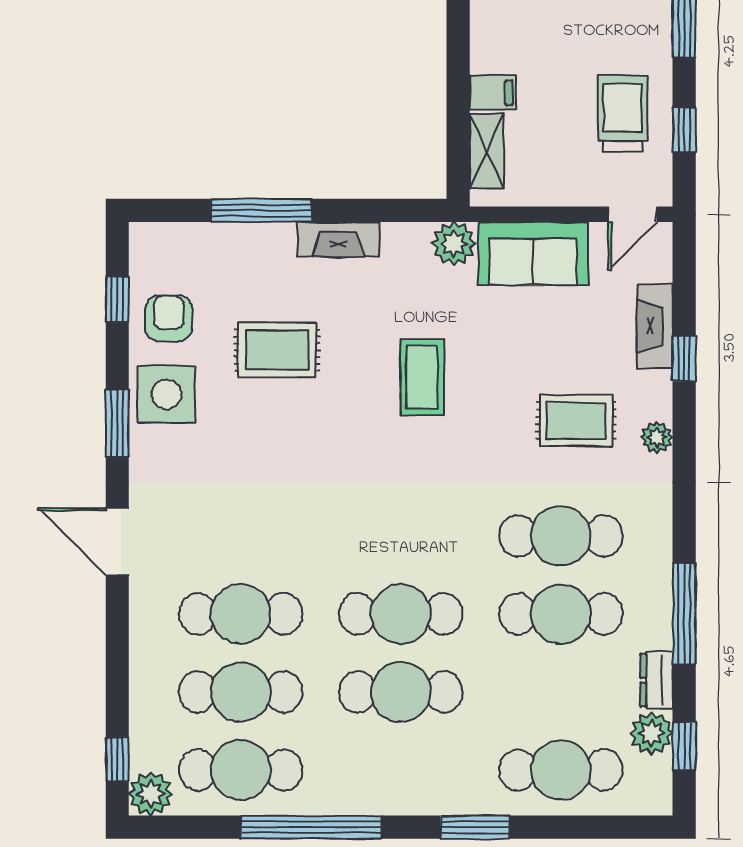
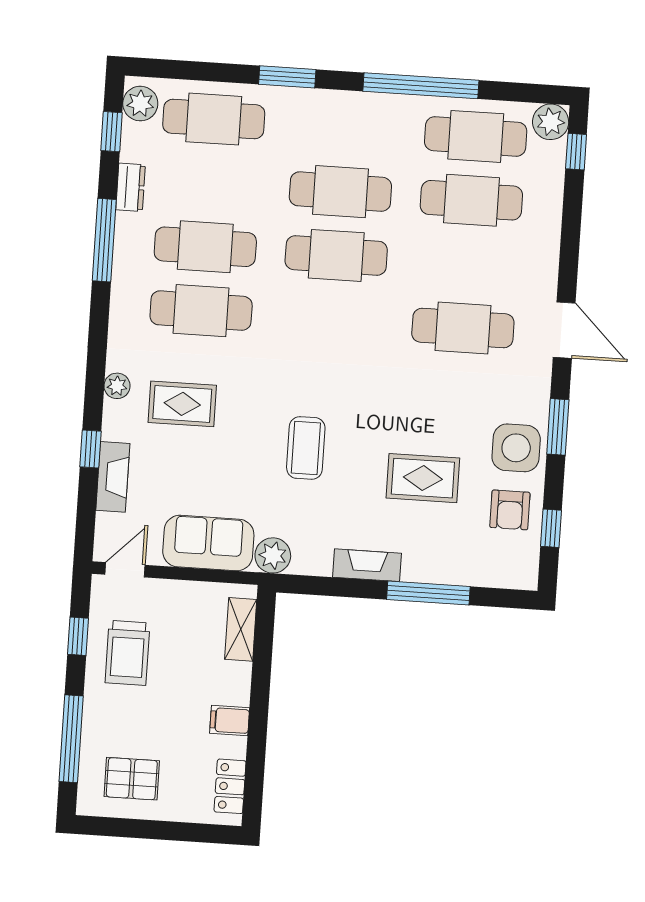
filing cabinet: (493, 93) -> (230, 721), moved
cafe table: (241, 614) -> (463, 328), moved
plant: (651, 733) -> (140, 104), moved

